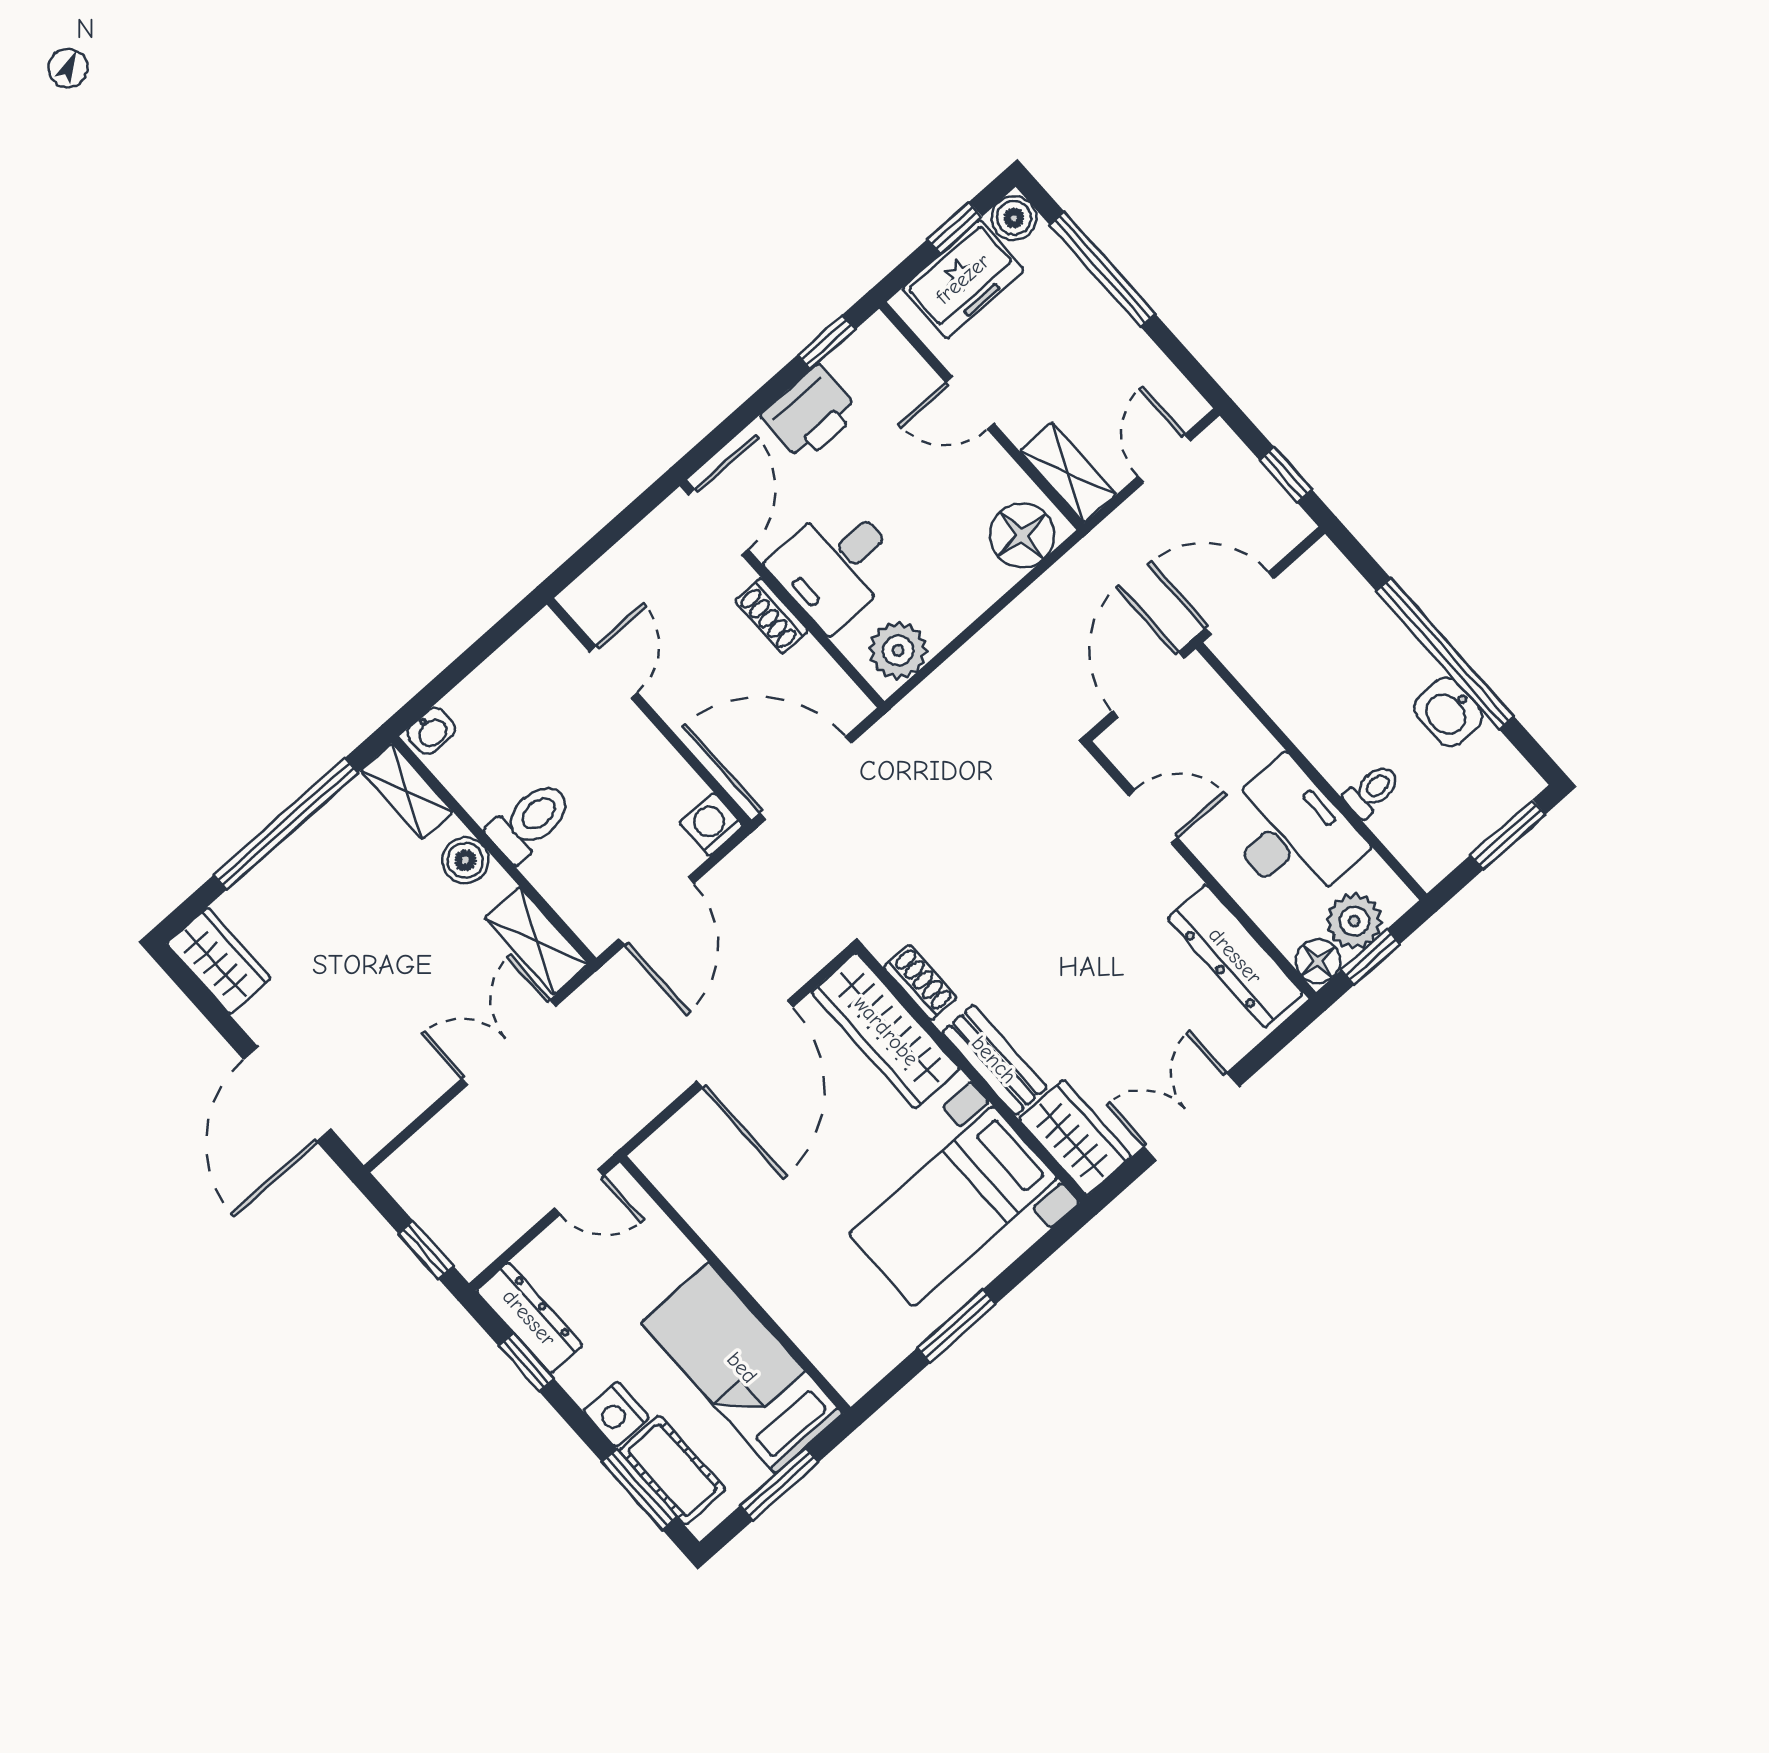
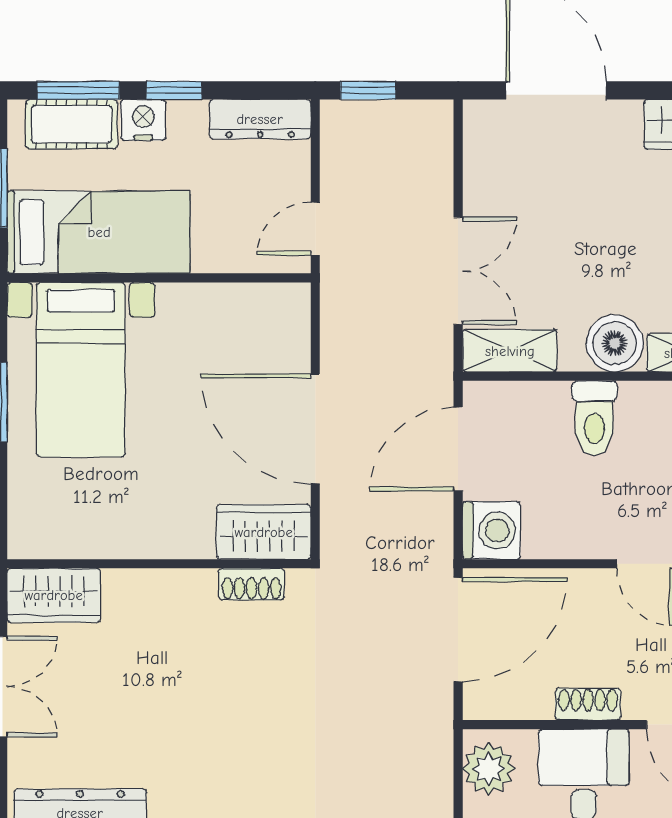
washing machine: (711, 824) -> (491, 531), width x1.38, depth x1.38
boiler: (465, 860) -> (615, 343), width x1.36, depth x1.36
door: (656, 911) -> (458, 449), hinge flipped
wardrobe: (886, 1031) -> (264, 532), width x0.67
bench: (994, 1060) -> (155, 588), removed
bed with nightstands: (953, 1206) -> (81, 370), moved, turned 180
window: (526, 1362) -> (174, 90), moved

